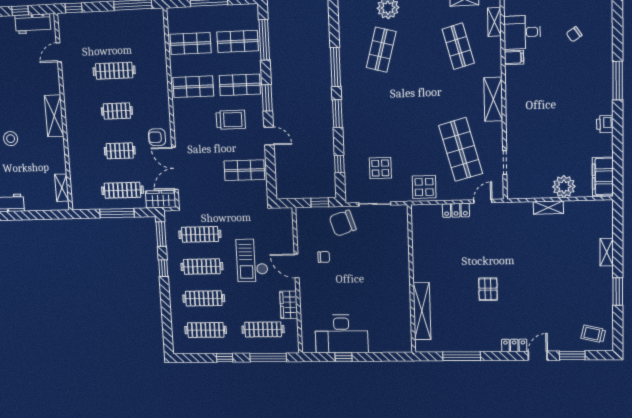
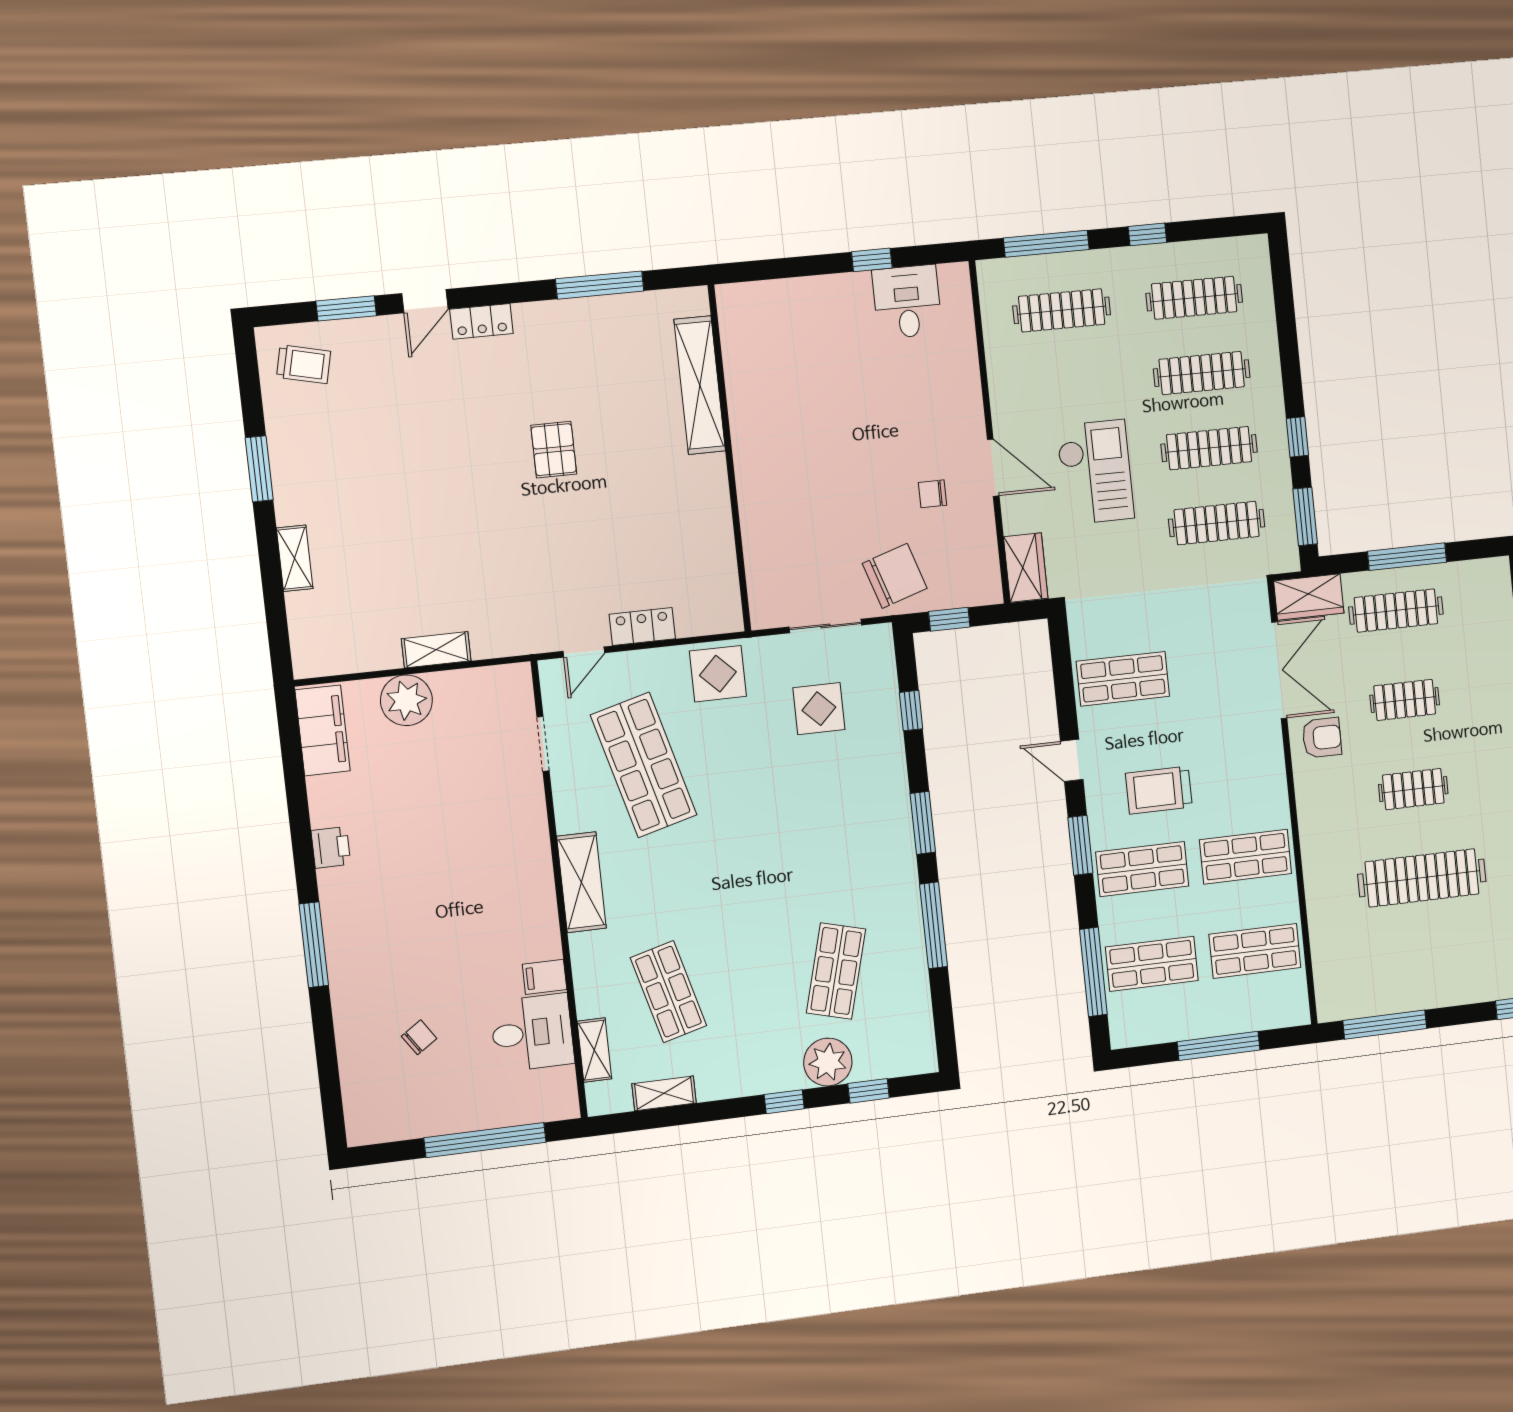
clothes rail: (114, 71) -> (1422, 878), width x1.37, depth x1.31
wardrobe: (289, 305) -> (1026, 567), moved
desk: (341, 334) -> (907, 302), width x0.53, depth x0.77

